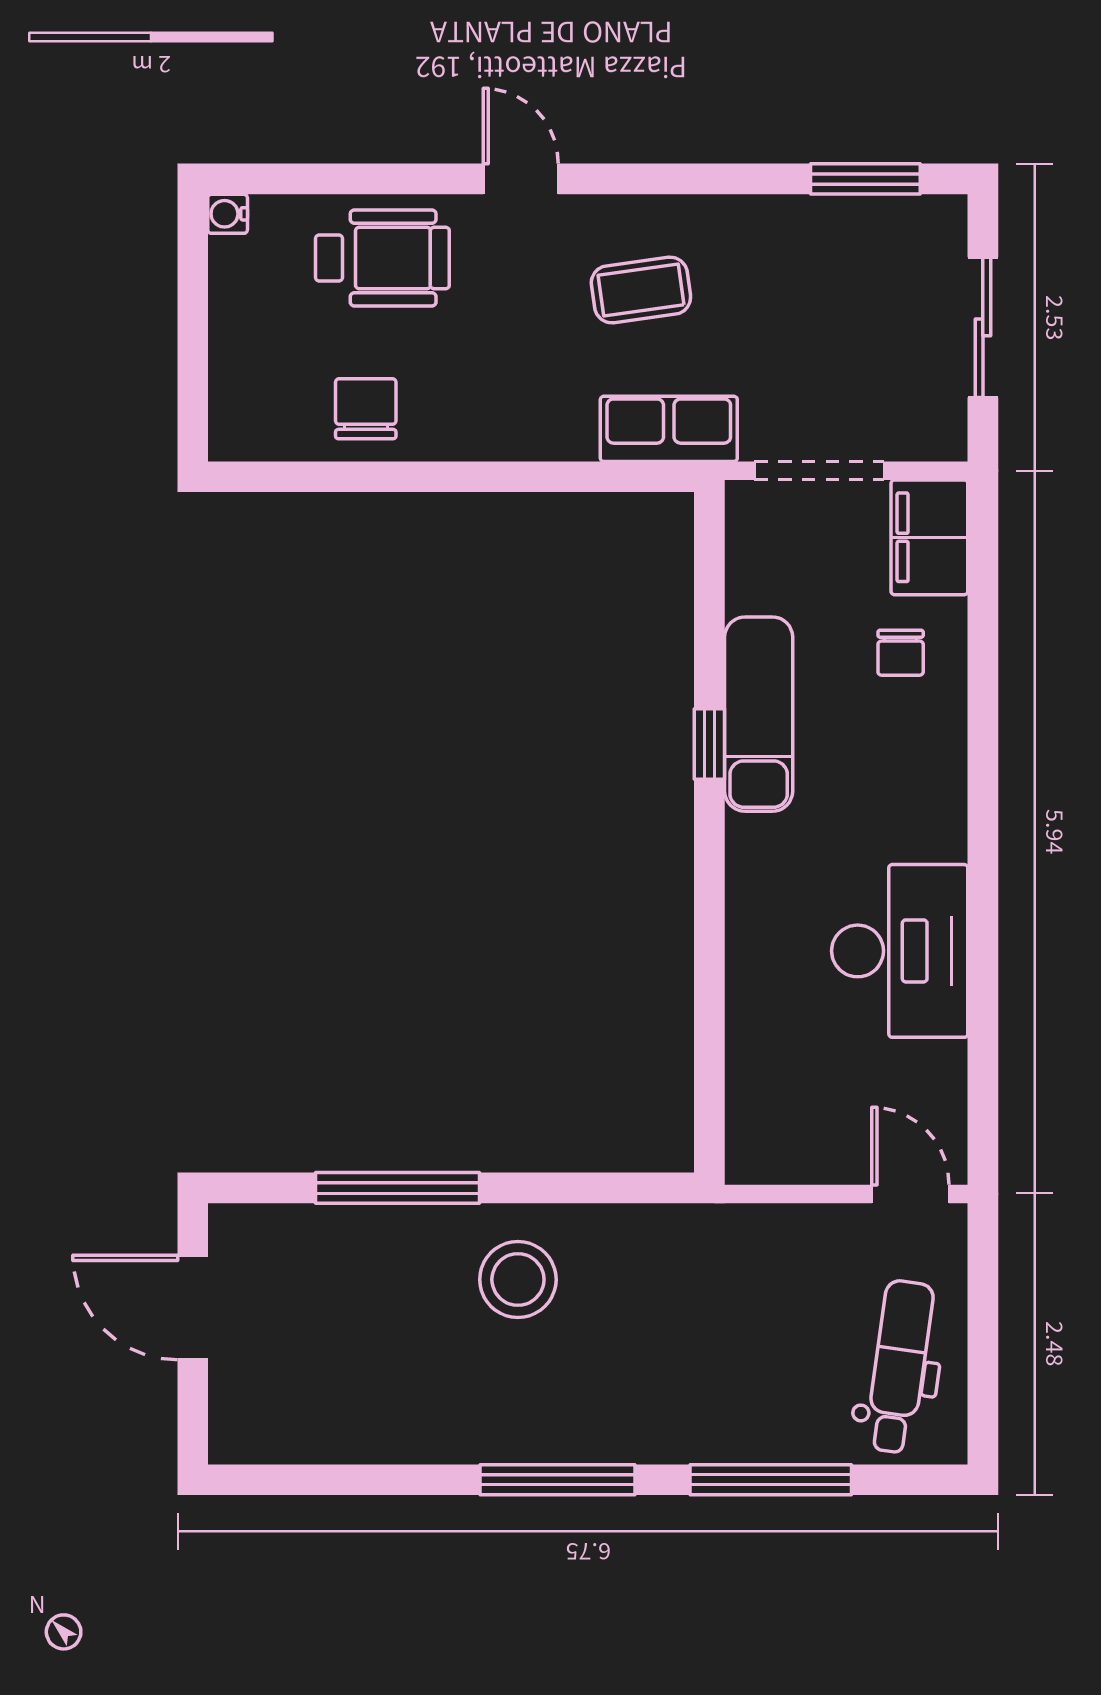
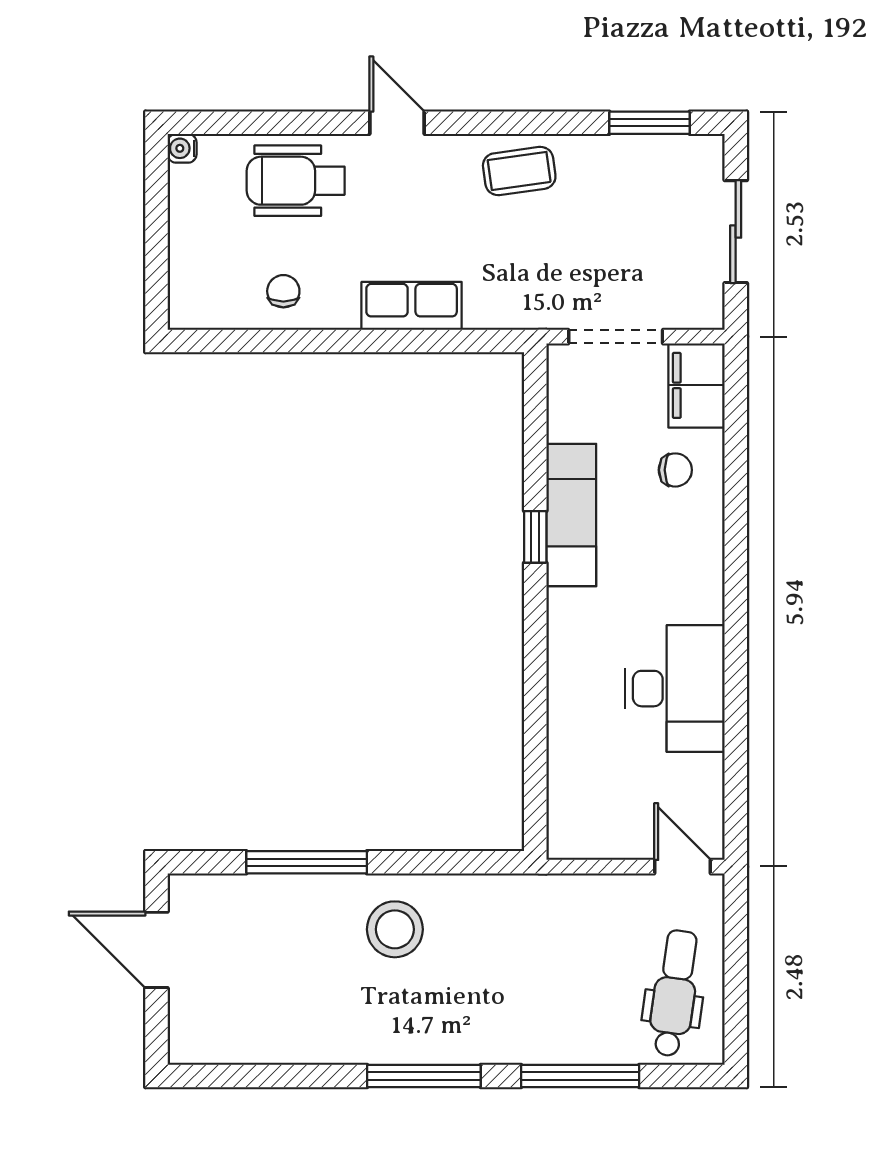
wheelchair: (382, 258) -> (296, 181), turned 180
coffee table: (641, 290) -> (519, 171), moved
chair: (366, 409) -> (283, 291), width x0.73, depth x0.73
row of seats: (669, 429) -> (412, 306), moved
chair: (901, 653) -> (675, 470), turned -90

